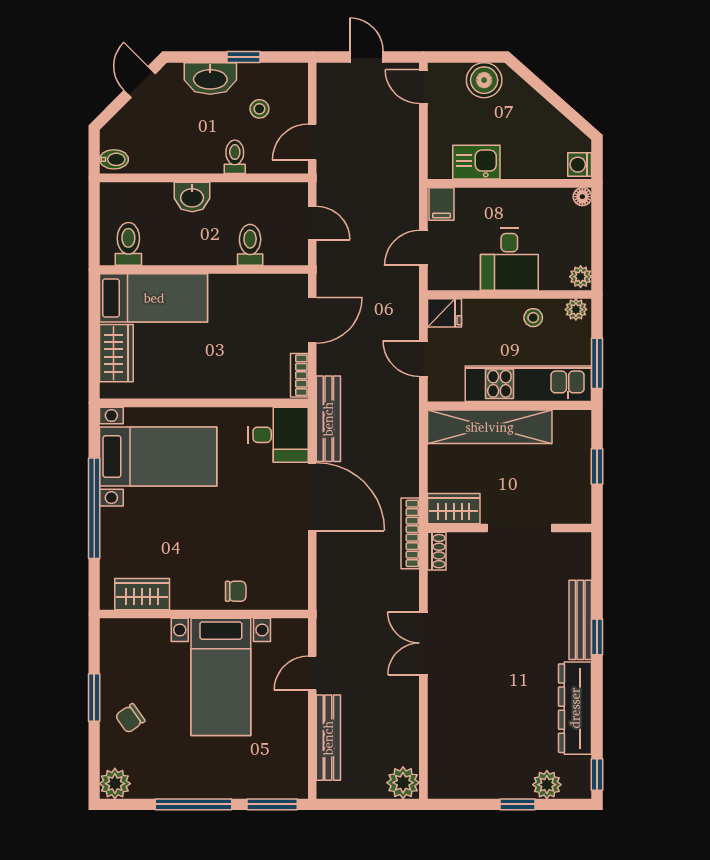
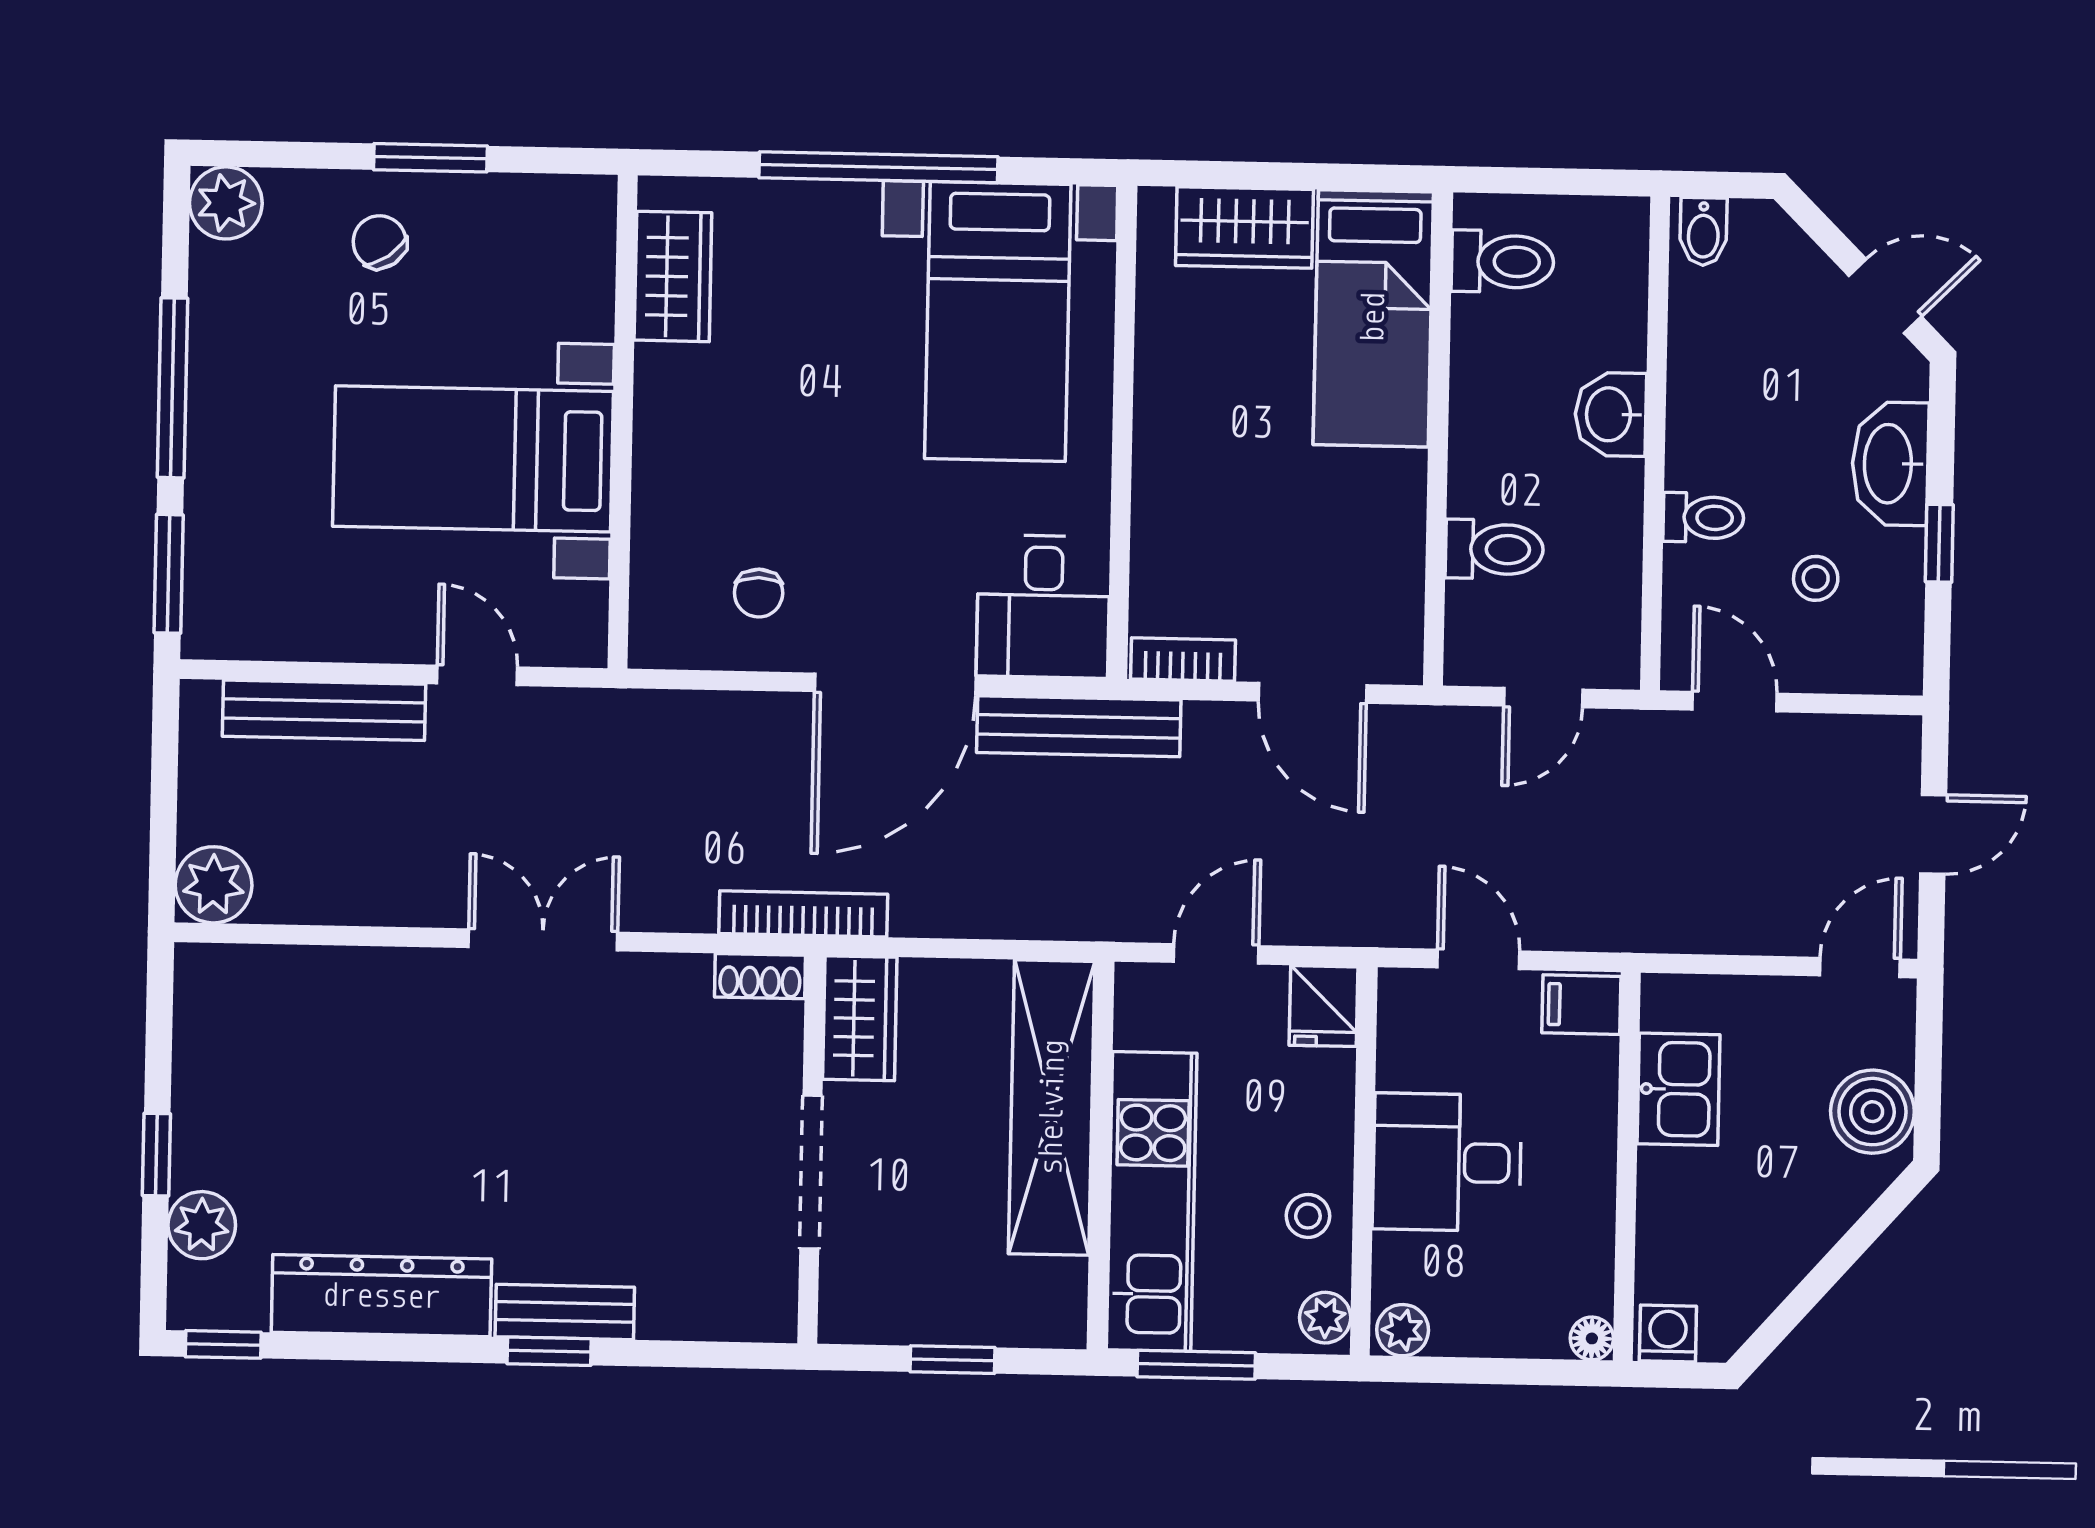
chair: (236, 591) -> (759, 593), moved
bench: (580, 620) -> (565, 1312), width x0.73

